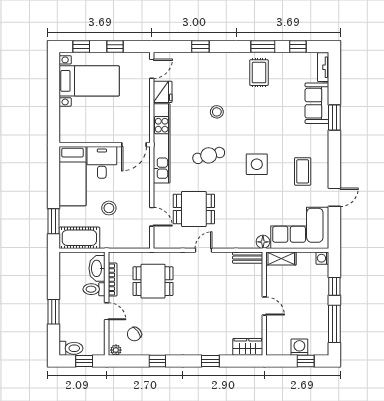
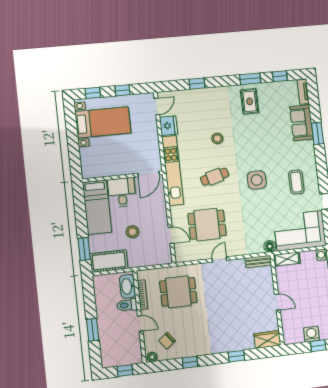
toilet: (71, 348) -> (112, 361), removed

